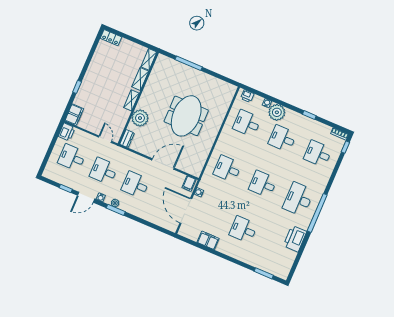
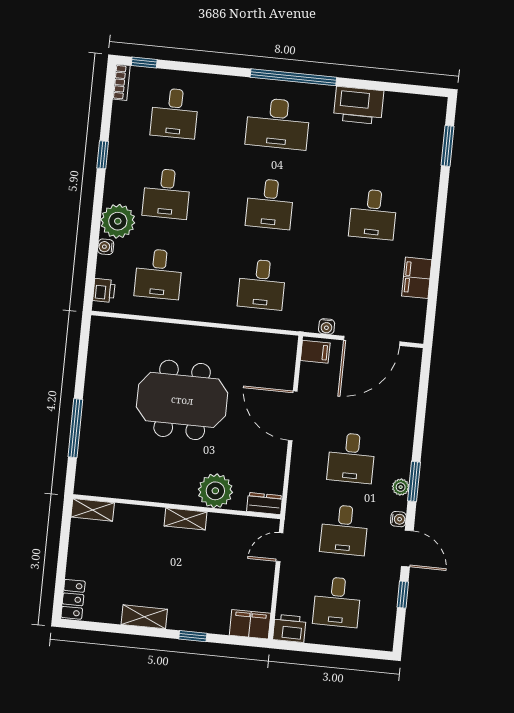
shelving: (140, 79) -> (144, 617), moved

